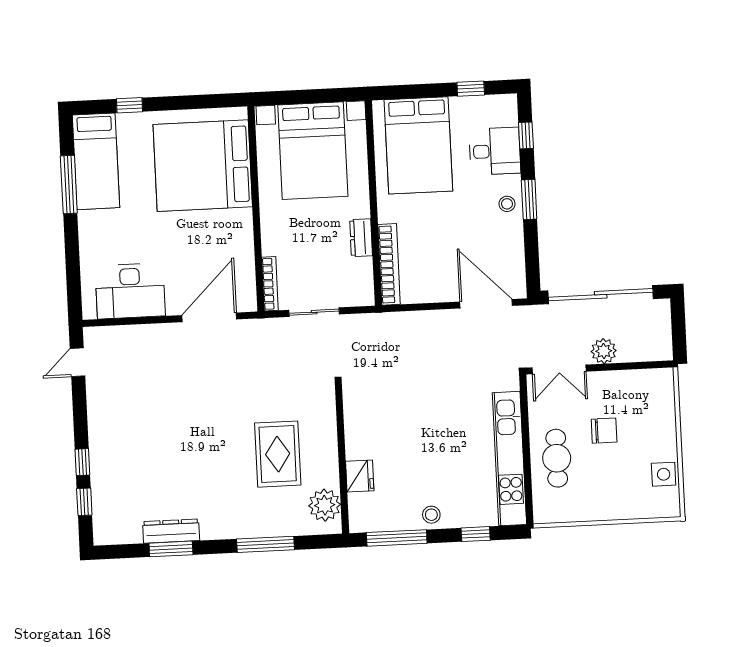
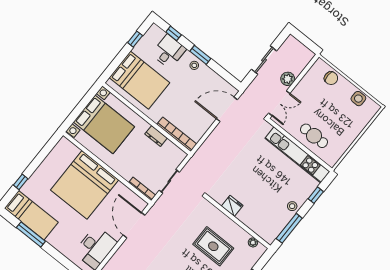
bed: (203, 166) -> (85, 185), moved
sliding door: (601, 295) -> (264, 60), width x0.54
chair: (604, 431) -> (331, 78), moved, turned 90
fridge: (360, 476) -> (232, 206), moved
plant: (325, 505) -> (253, 242), width x0.53, depth x0.53

